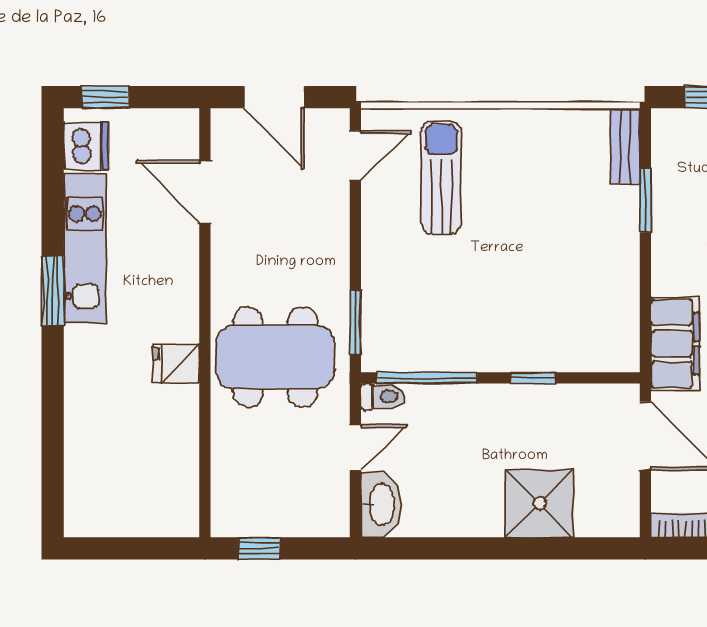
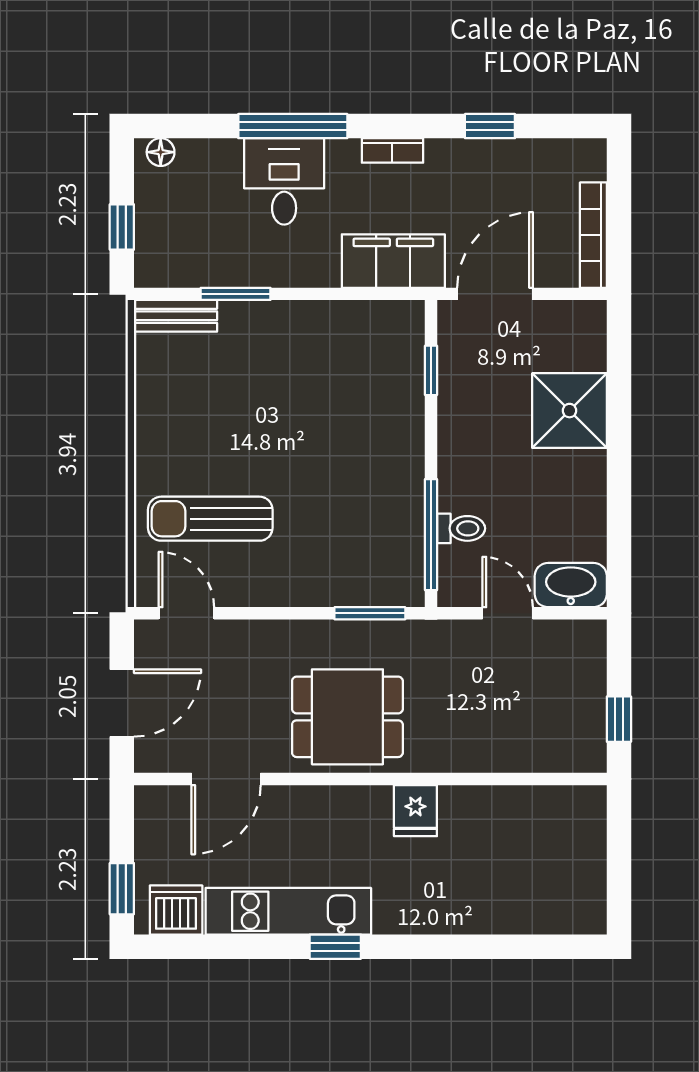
window: (53, 291) -> (335, 947), width x0.67
dining table: (275, 357) -> (347, 717), moved, width x0.73
window: (533, 378) -> (431, 370), moved
toilet: (383, 397) -> (461, 528), moved, turned 90

